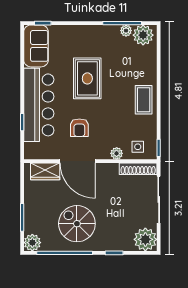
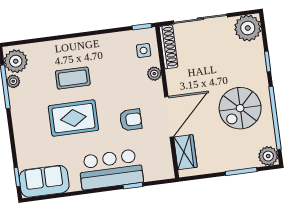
coffee table: (144, 100) -> (73, 78), moved
bar counter: (39, 105) -> (111, 169), width x0.73

